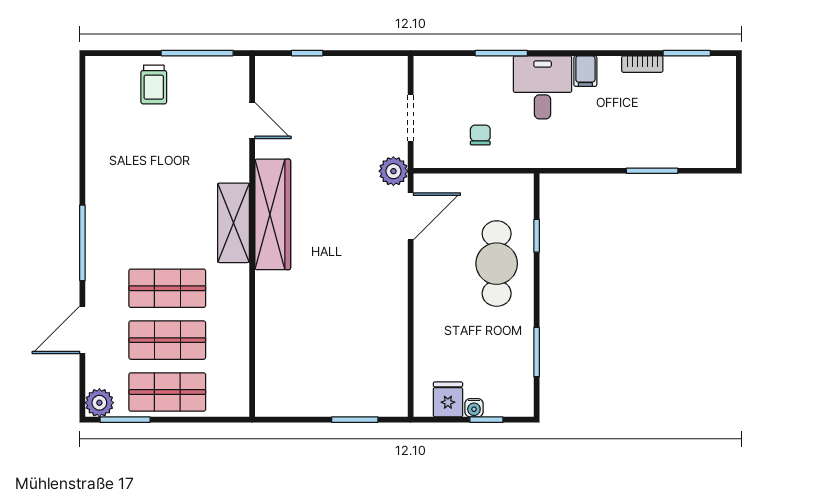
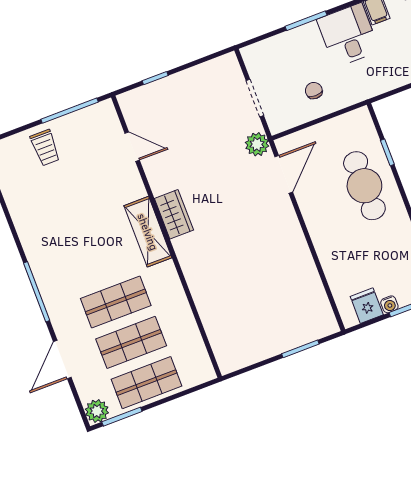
wardrobe: (273, 214) -> (174, 214), width x0.48, depth x0.85

